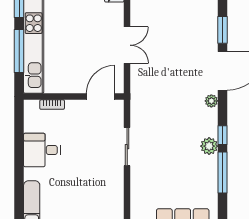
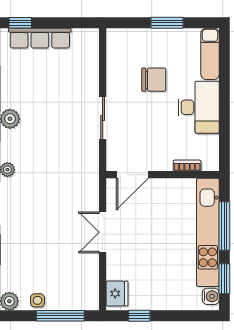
desk: (42, 150) -> (199, 107), width x1.37
chair: (82, 181) -> (154, 80), added

